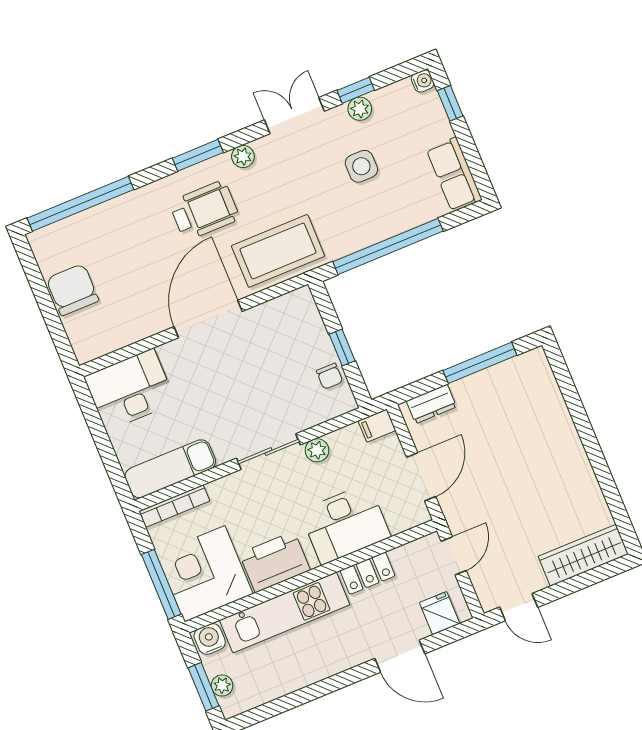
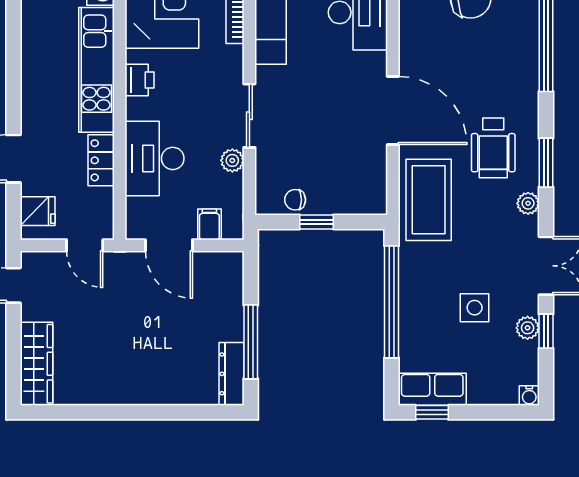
window: (450, 103) -> (432, 412), moved
dresser: (431, 404) -> (231, 374), moved, width x1.44
filing cabinet: (377, 426) -> (209, 224), moved
printer: (275, 562) -> (140, 80), width x0.53, depth x0.68

